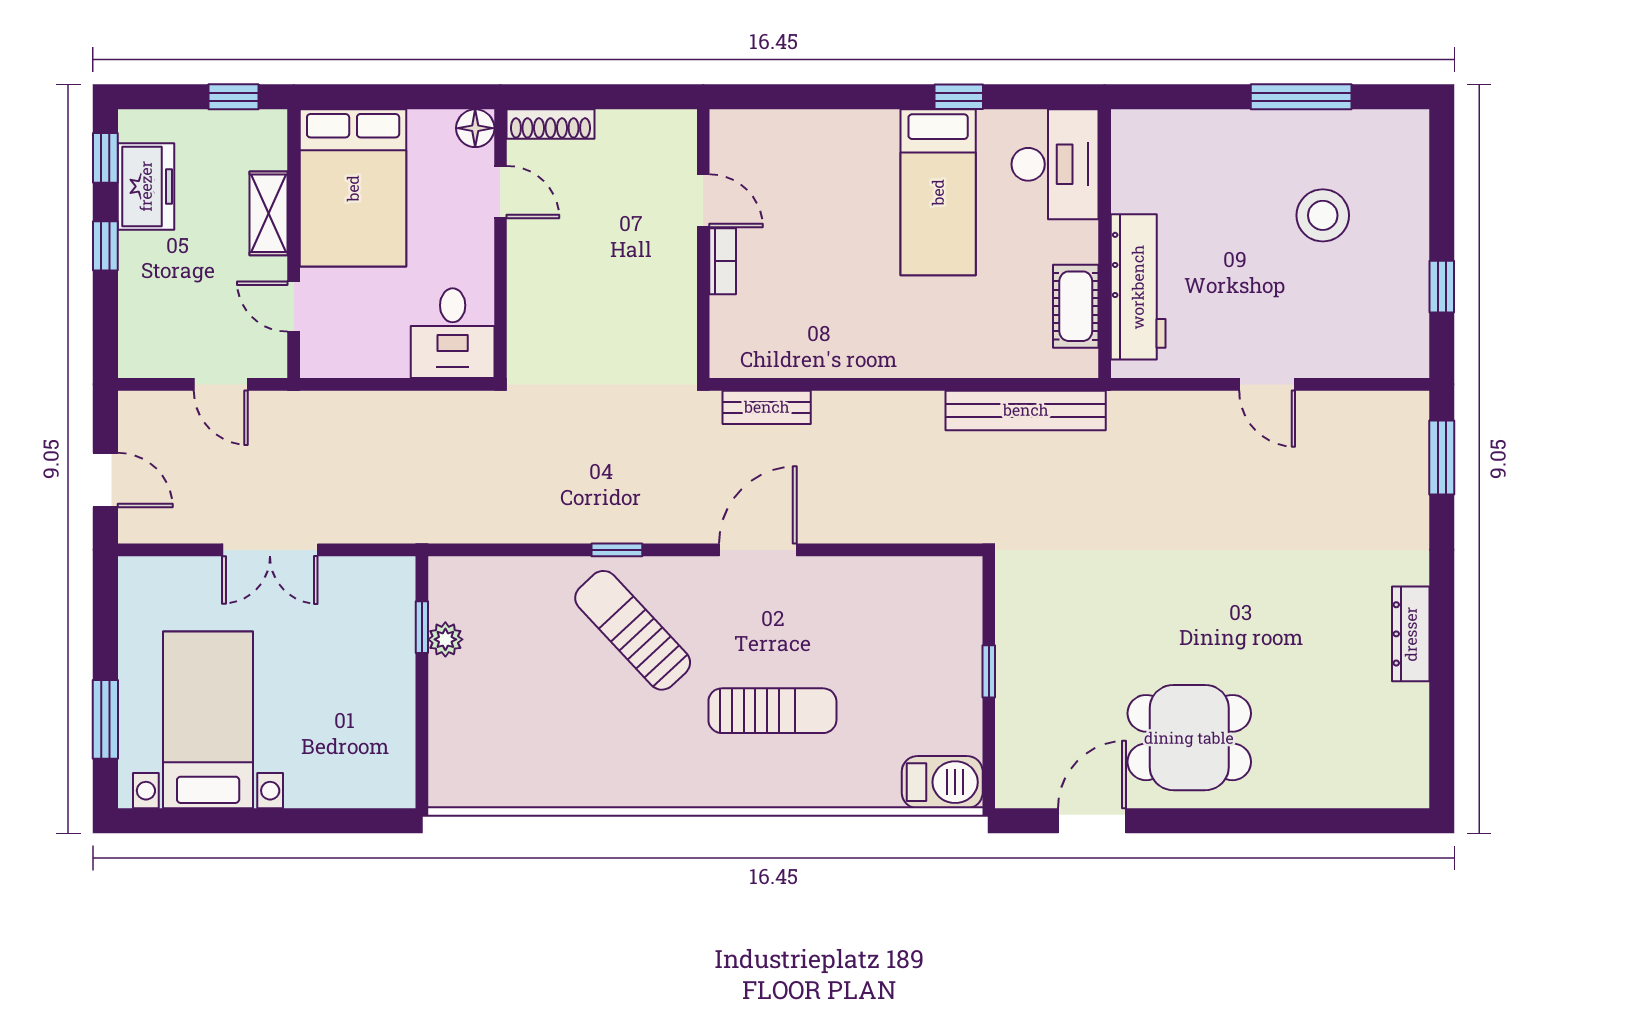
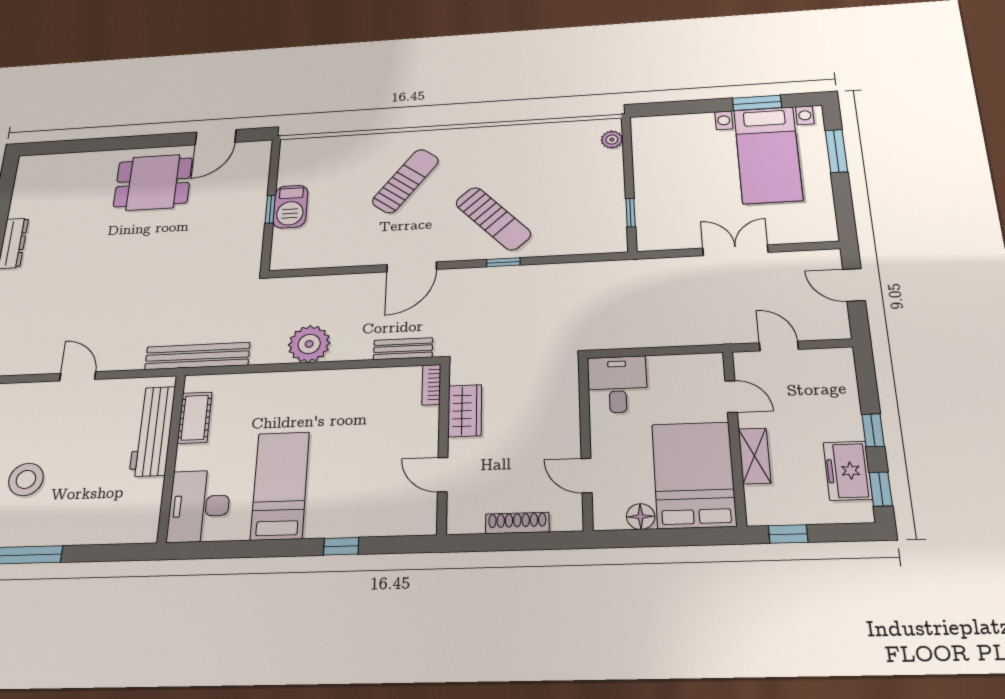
window: (959, 97) -> (341, 546), moved
shoe rack: (551, 124) -> (517, 523), moved
floor lamp: (475, 128) -> (641, 517), moved
bookcase: (723, 261) -> (431, 385), moved
wardrobe: (673, 301) -> (465, 411), added
bench: (1026, 410) -> (197, 356), moved
plant: (910, 423) -> (309, 344), added
plant: (445, 639) -> (612, 140), moved
sun lounger: (772, 711) -> (405, 181), turned 127
barbecue: (942, 782) -> (290, 207), moved, turned -90
window: (217, 821) -> (757, 103), added

